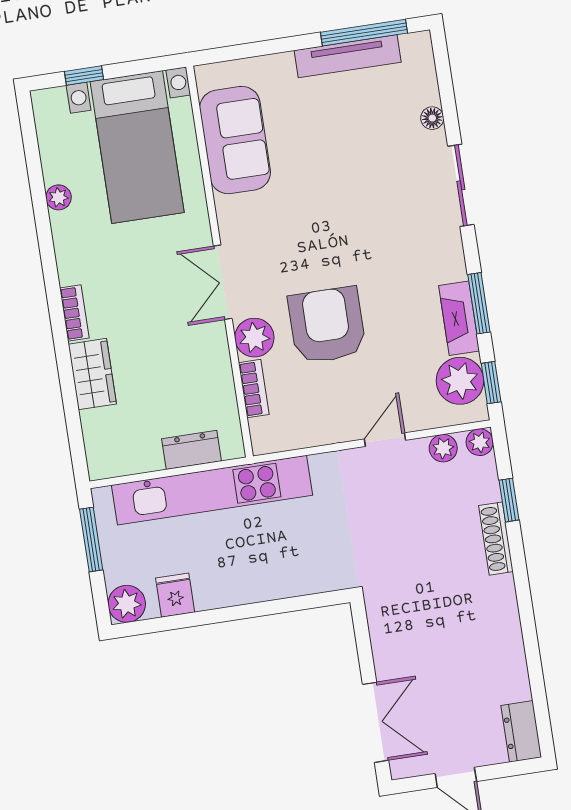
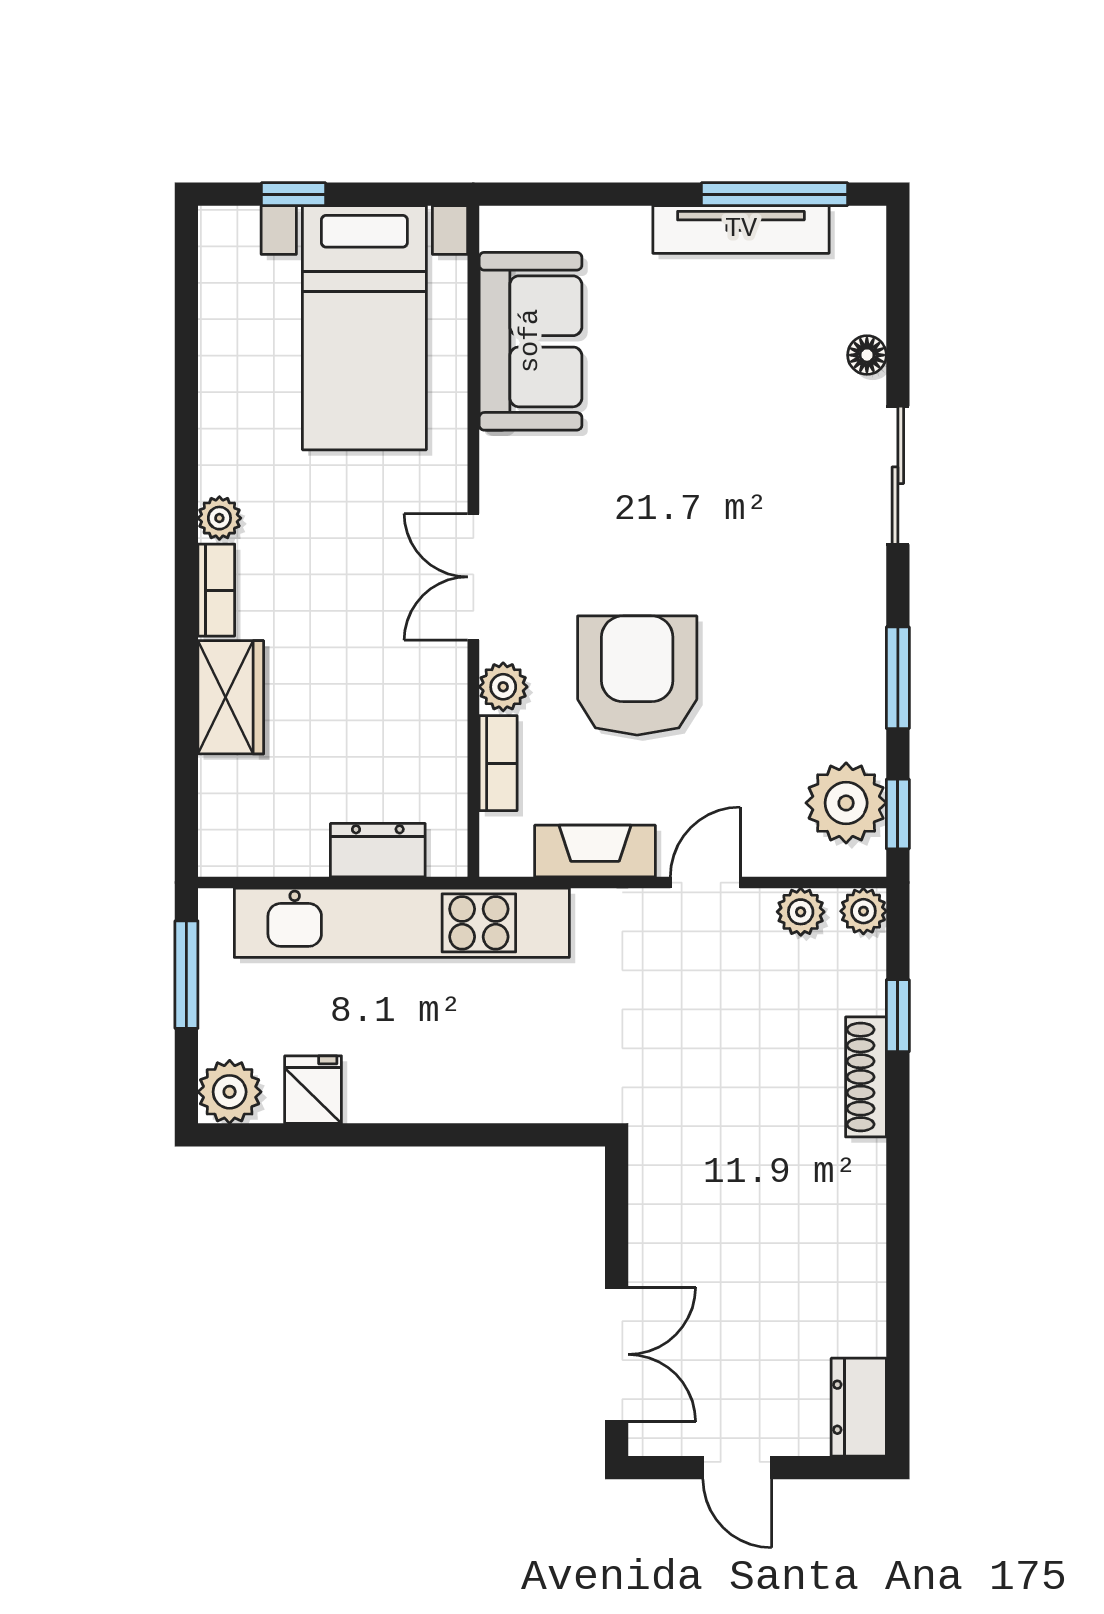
plant: (58, 197) -> (219, 518), moved
fireplace: (459, 318) -> (595, 851), moved, turned 90
plant: (254, 338) -> (503, 687), width x0.73, depth x0.73

